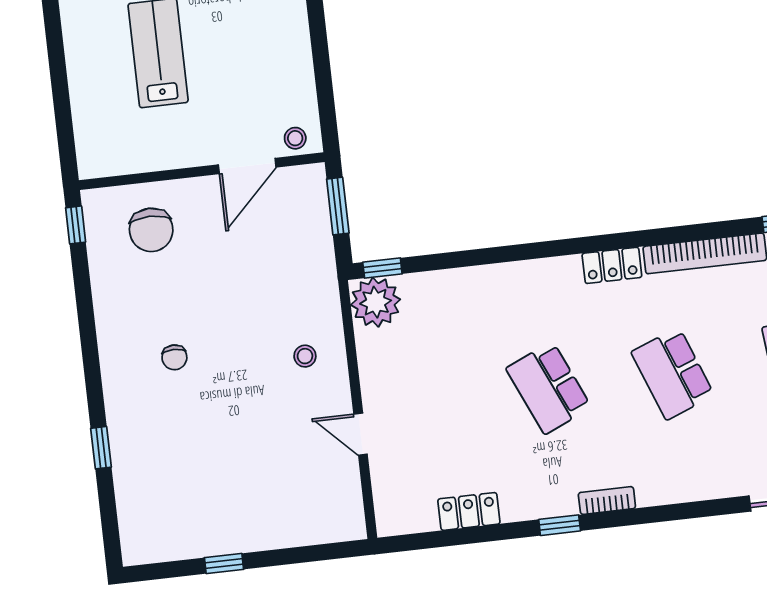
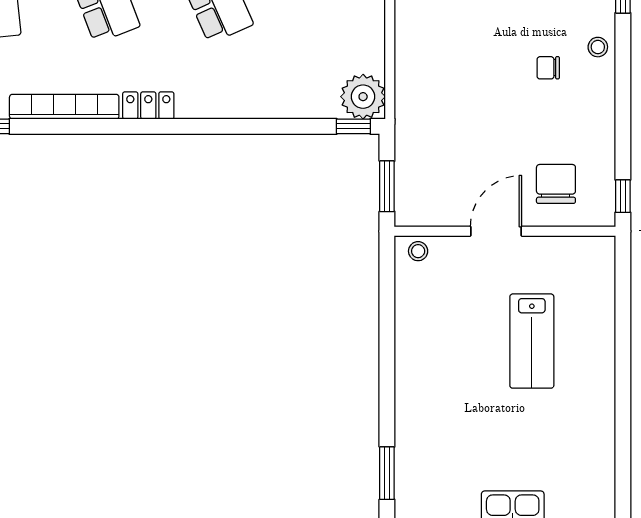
door: (247, 166) -> (496, 231), moved
stool: (305, 356) -> (598, 47), moved
chair: (174, 357) -> (548, 68), turned -90

